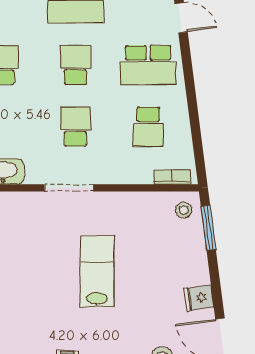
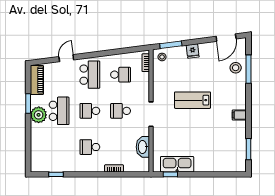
fridge: (199, 298) -> (193, 51), moved

